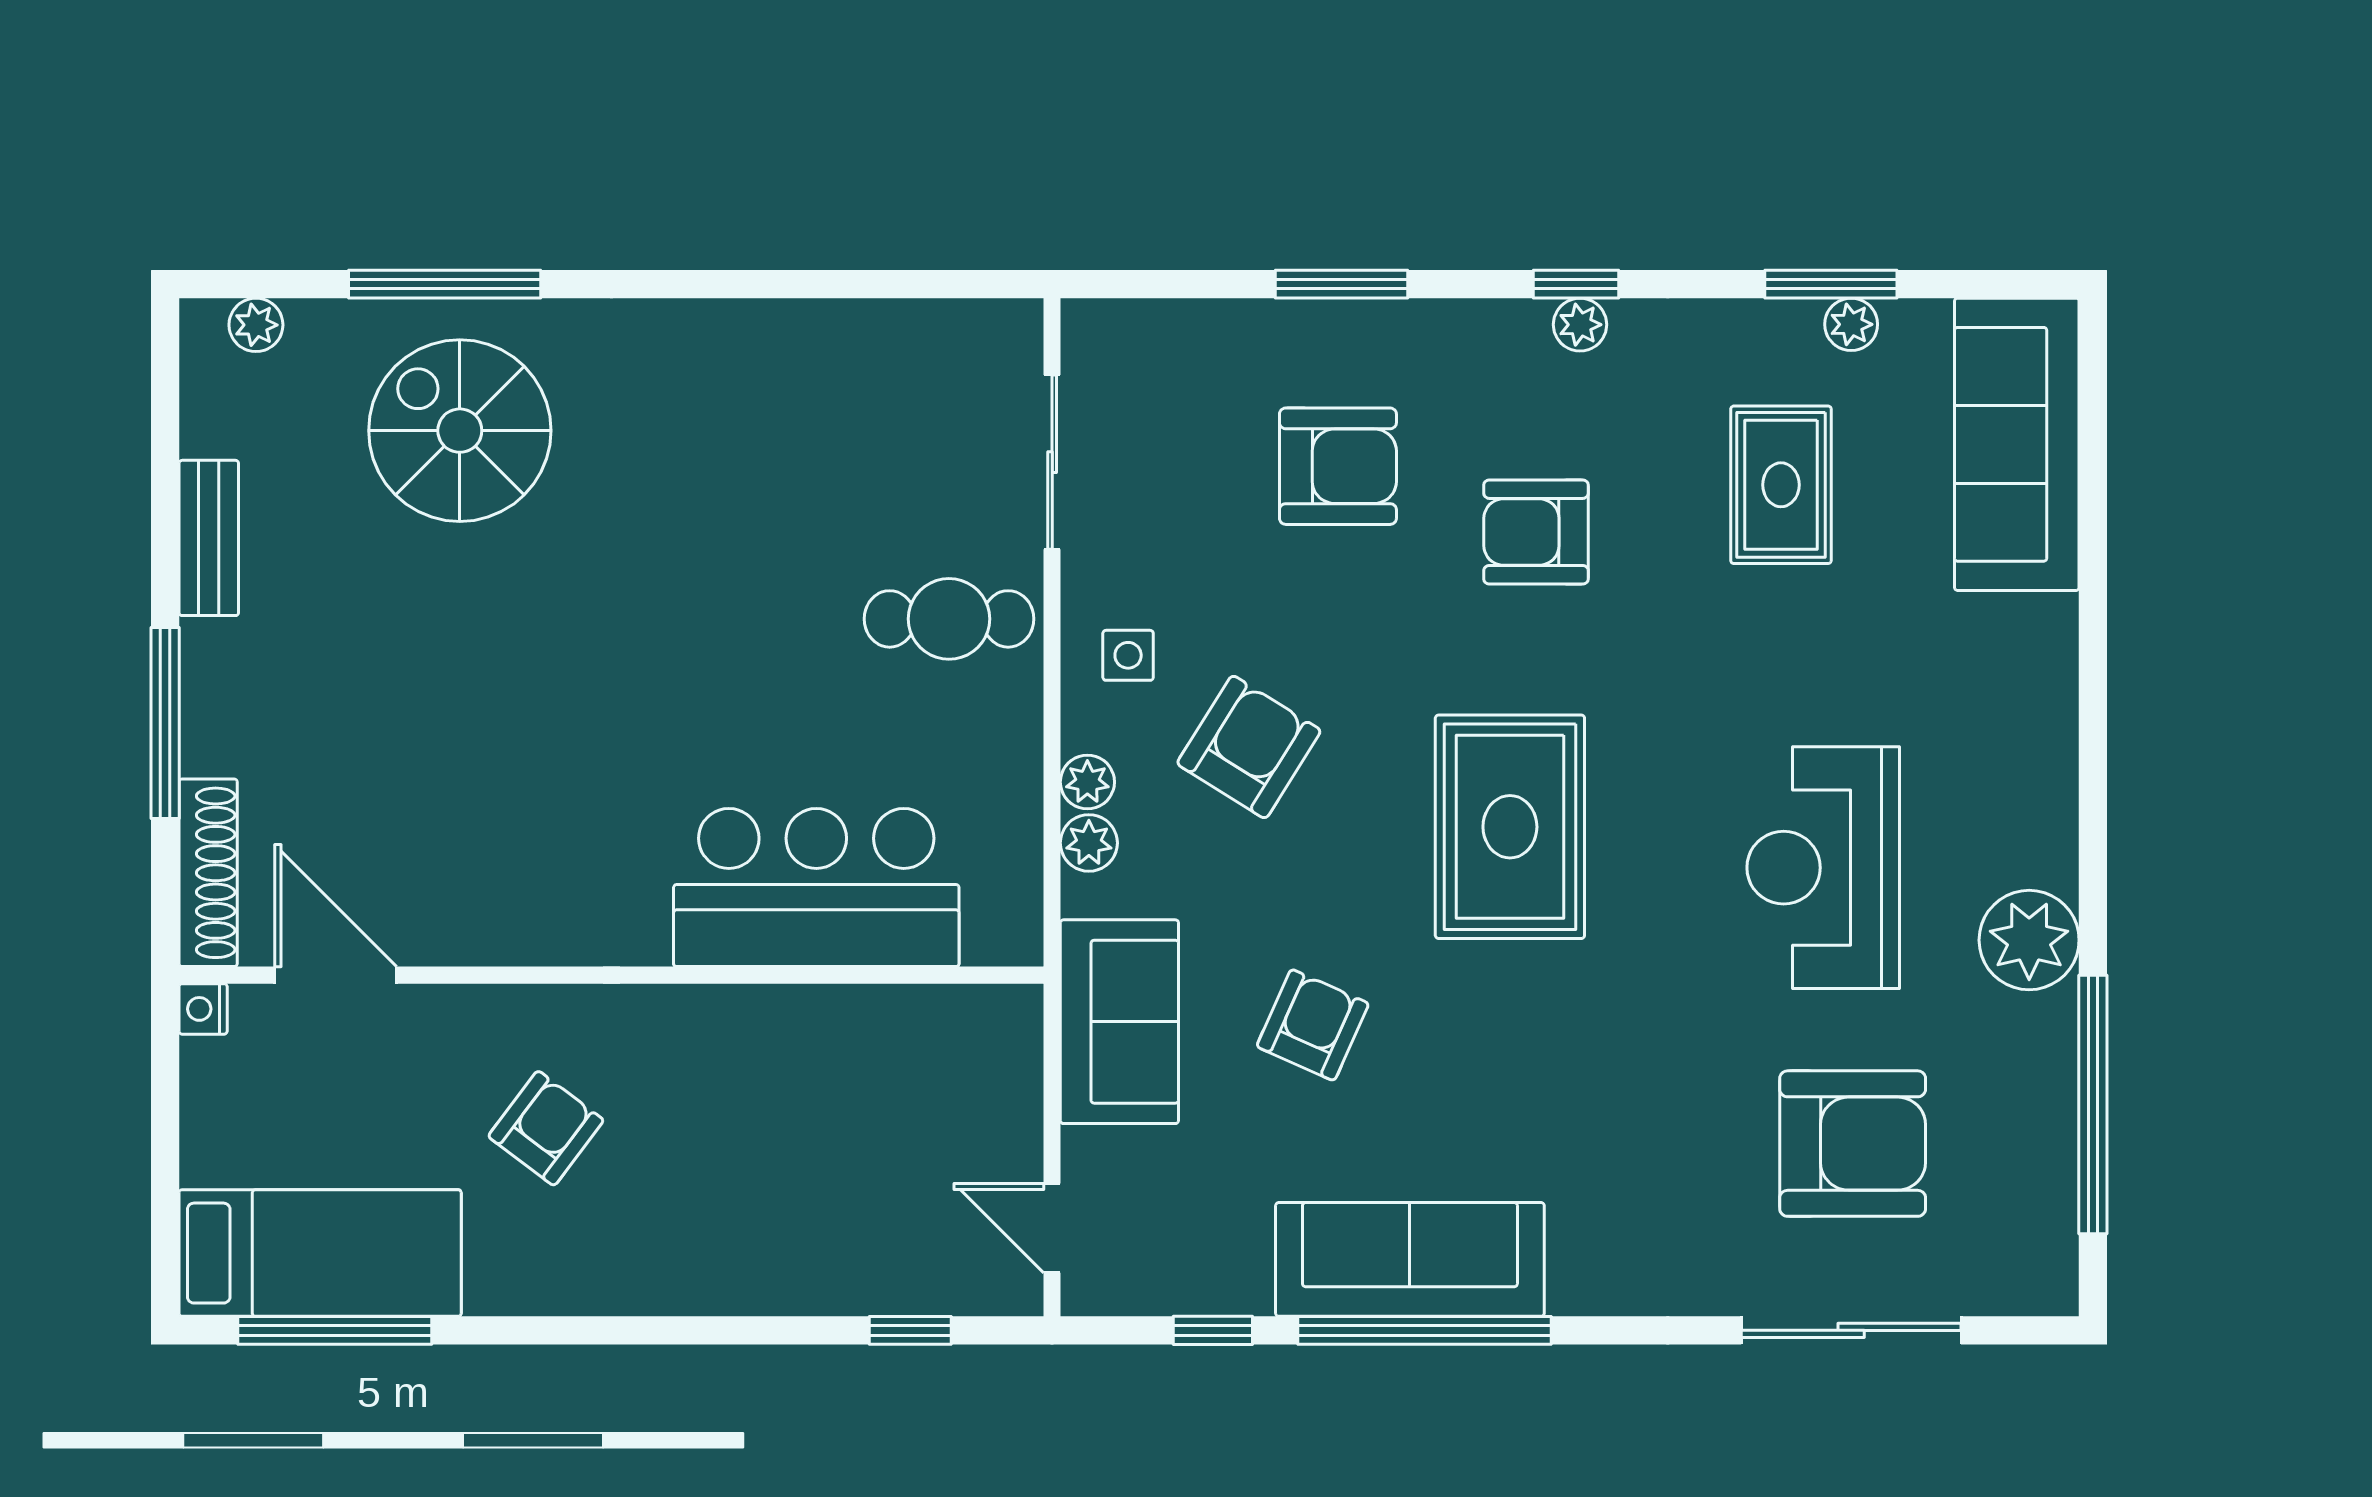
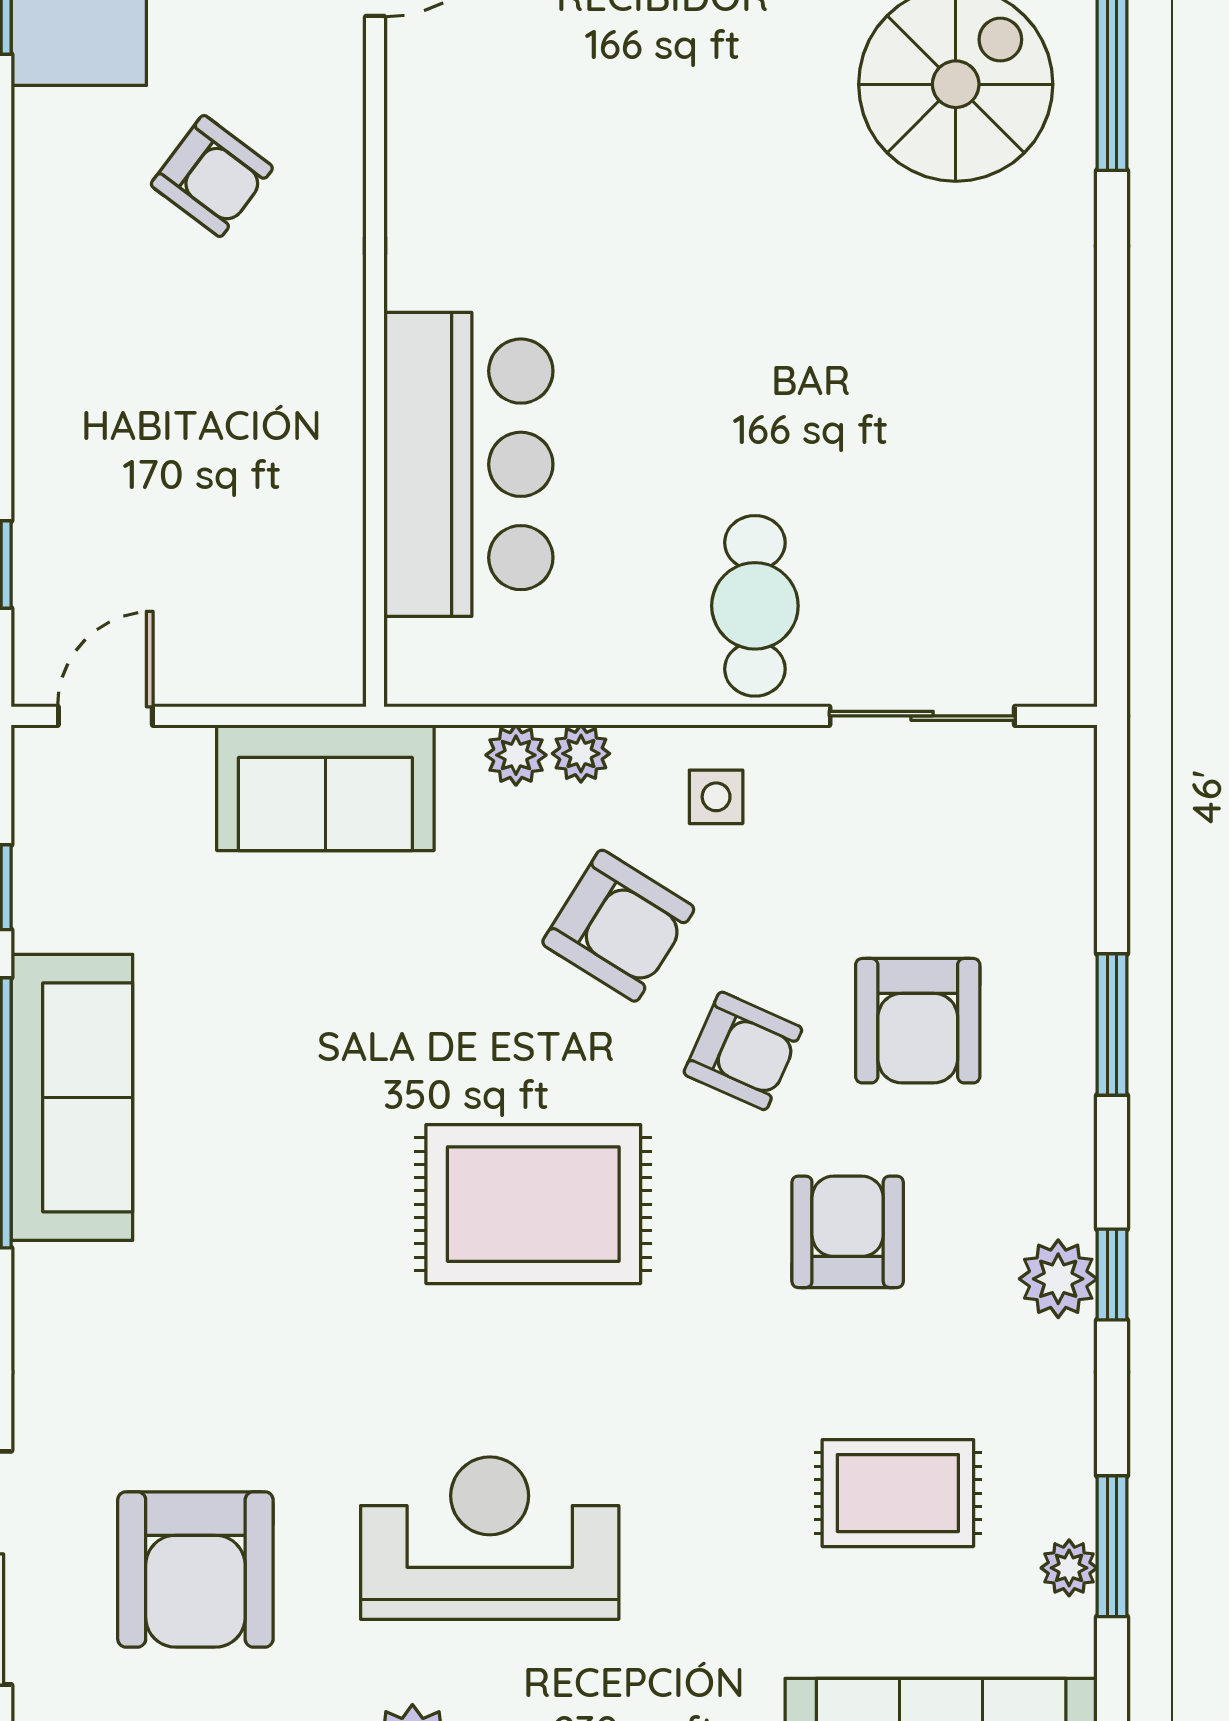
plant: (1580, 325) -> (1058, 1279), width x1.38, depth x1.38
armchair: (1313, 1025) -> (743, 1051), moved

